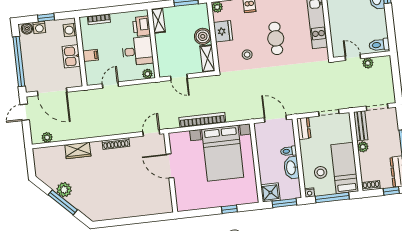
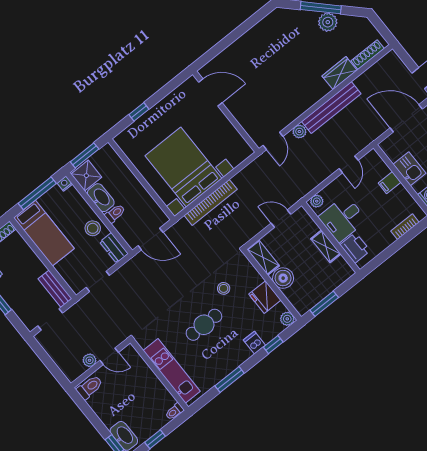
shelving: (158, 21) -> (326, 246), moved
cafe table: (276, 38) -> (204, 325), turned 90
bookcase: (202, 120) -> (211, 202), moved
bench: (98, 131) -> (331, 108), added
plant: (47, 137) -> (299, 132), moved
shoe rack: (116, 143) -> (368, 55), moved
plant: (363, 147) -> (39, 268), removed
door: (170, 166) -> (210, 92), moved
stool: (321, 172) -> (93, 228), moved
shower: (270, 192) -> (86, 176), moved

